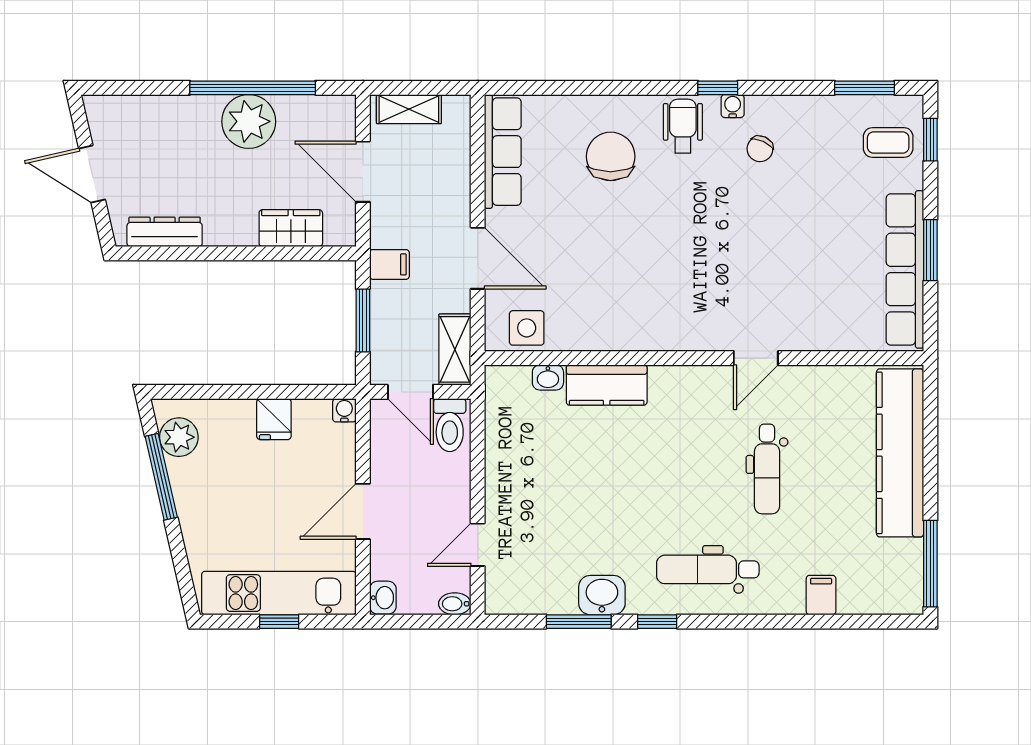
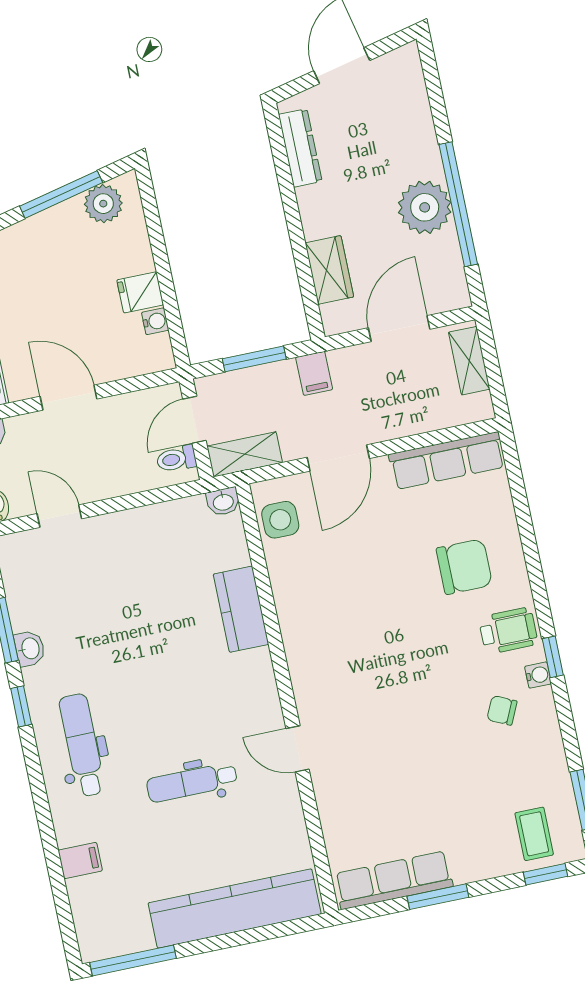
row of seats: (905, 269) -> (394, 880), width x0.73
washbasin: (548, 377) -> (223, 502), moved, turned -90
water cooler: (344, 410) -> (155, 321), moved
toilet: (450, 425) -> (176, 459), width x0.73, depth x0.72
washbasin: (602, 595) -> (30, 649), width x0.72, depth x0.69

